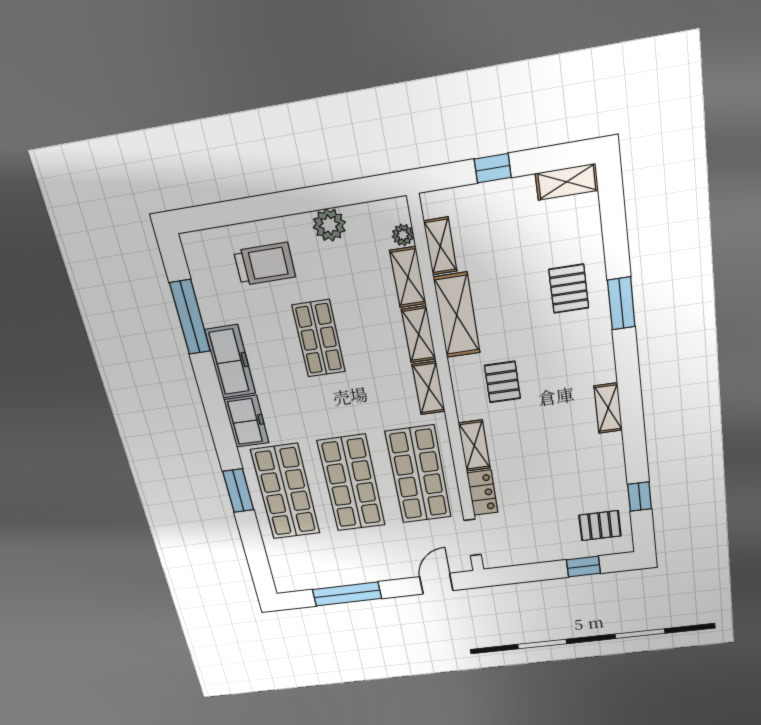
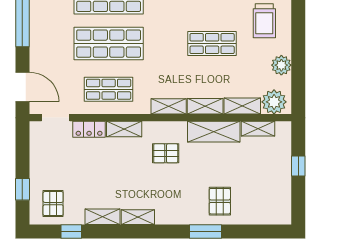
shelving: (567, 182) -> (103, 217), moved, turned 90
plant: (403, 235) -> (274, 102), width x1.88, depth x1.88
pallet: (569, 289) -> (220, 201), turned 90
shop shelf: (418, 474) -> (109, 89), width x0.70, depth x0.74
door: (436, 584) -> (22, 87), width x1.38

